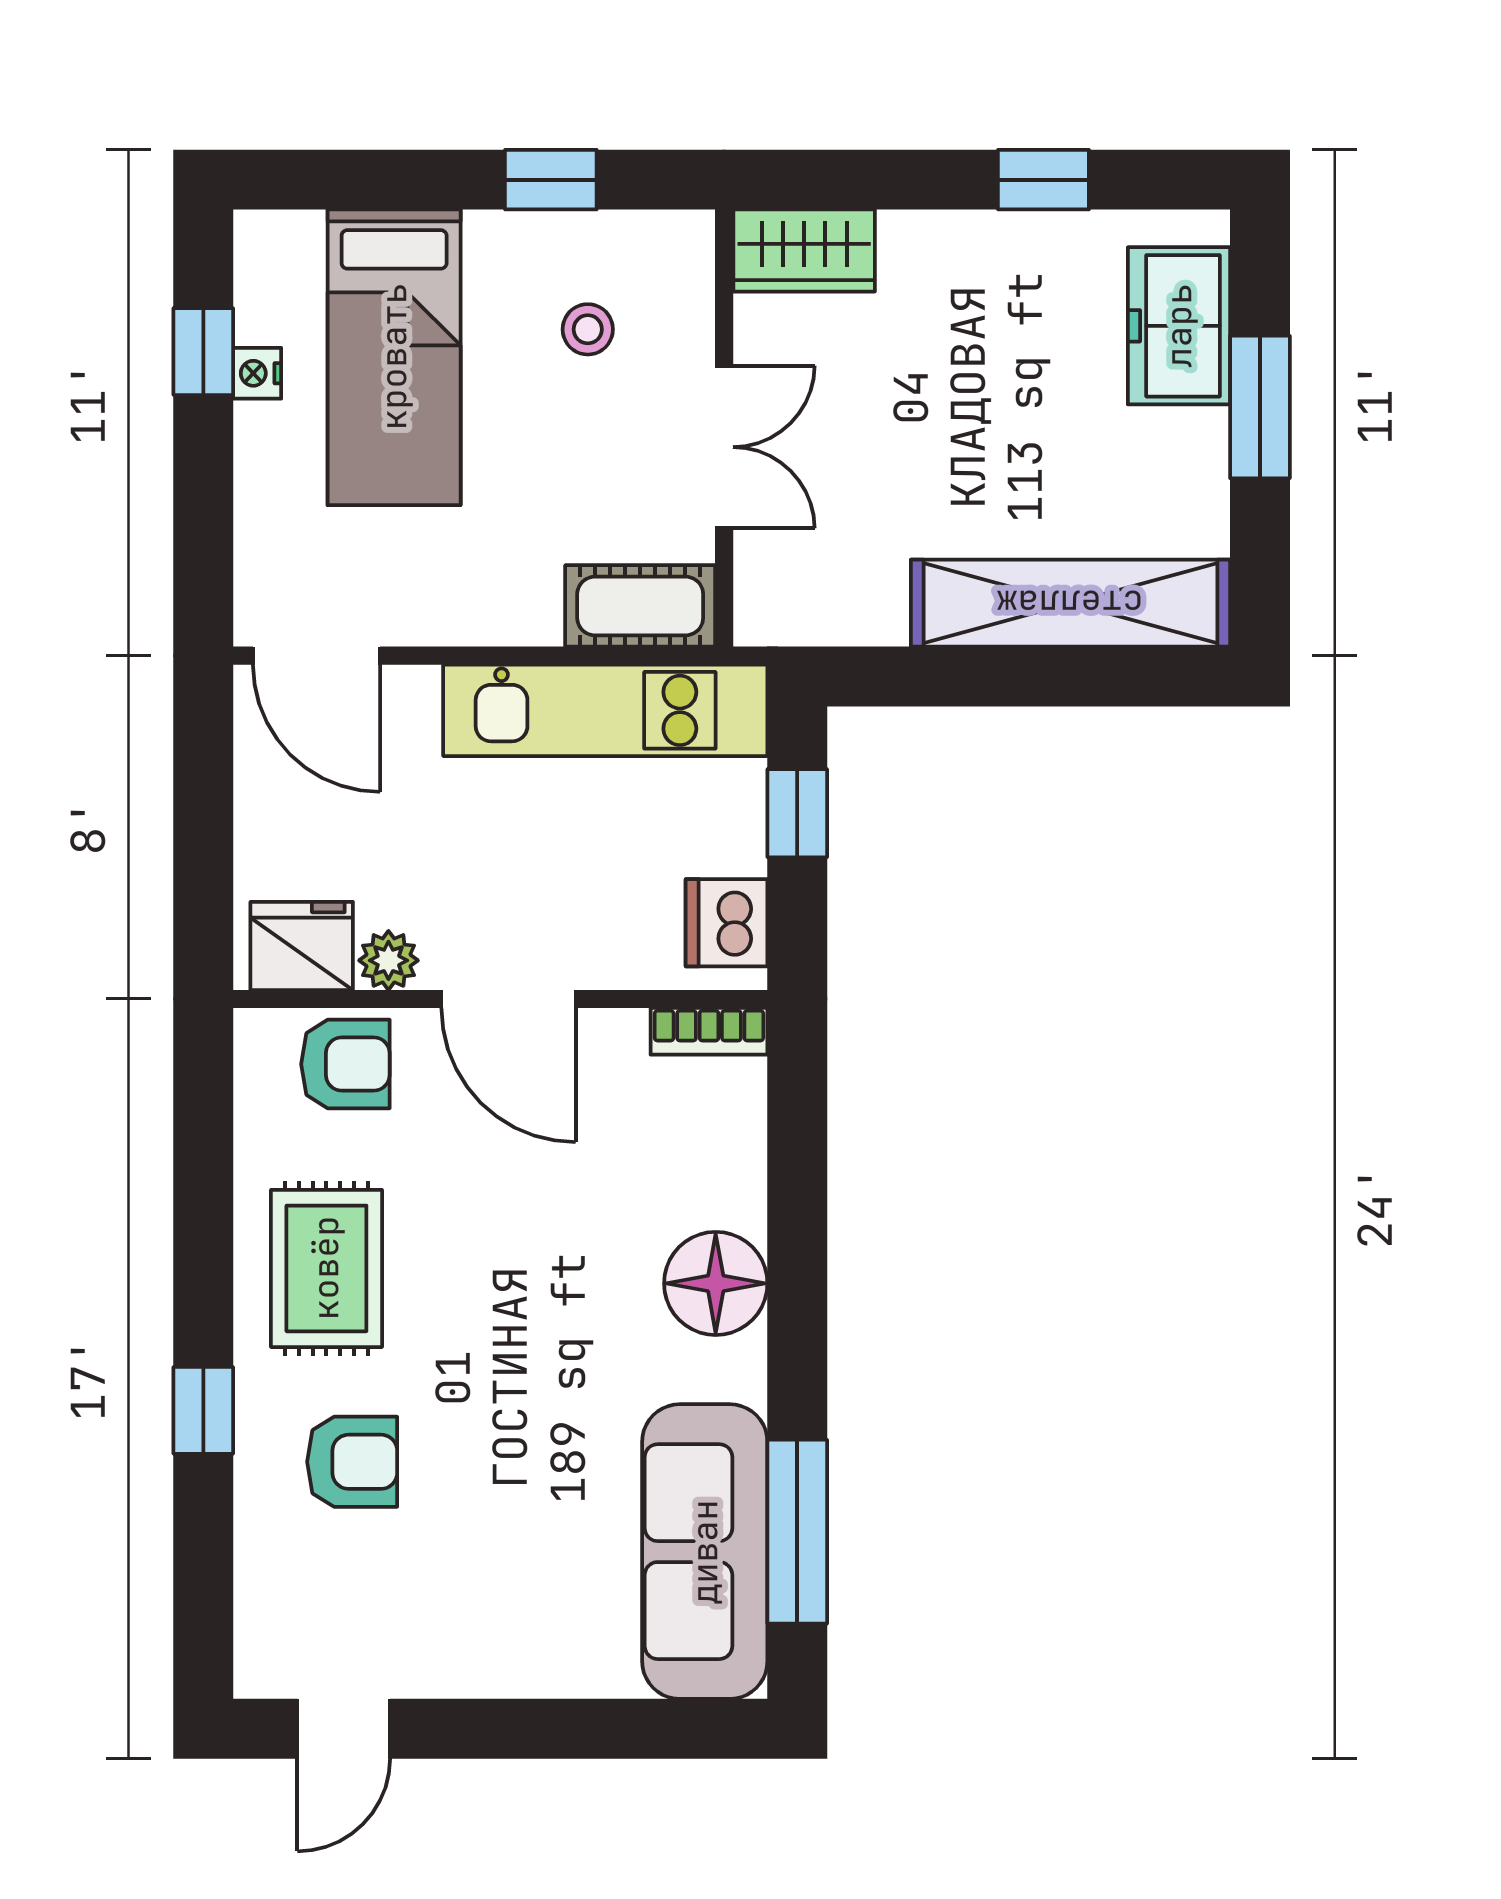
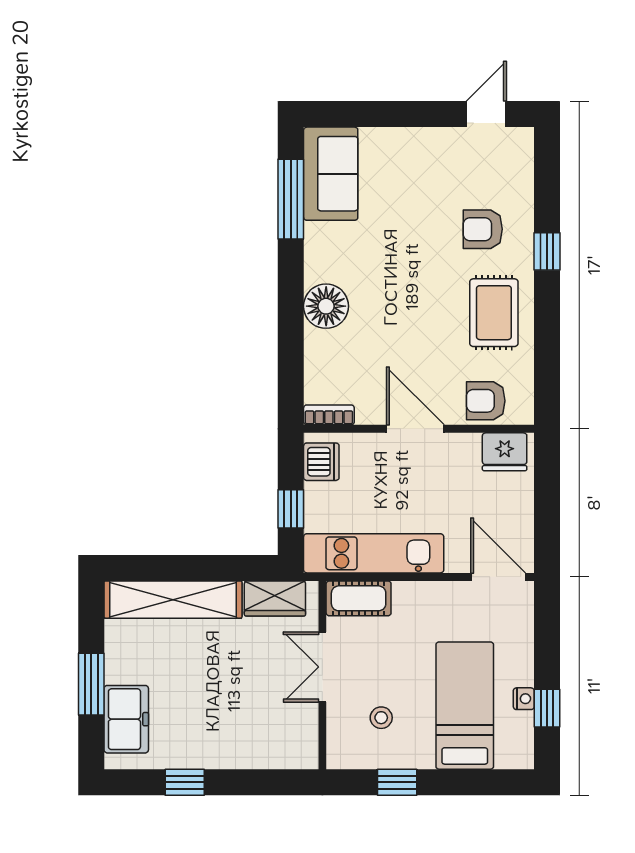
wardrobe: (804, 250) -> (275, 598), moved, turned 180
plant: (388, 960) -> (467, 445), removed
sofa: (705, 1552) -> (331, 174), width x0.73

